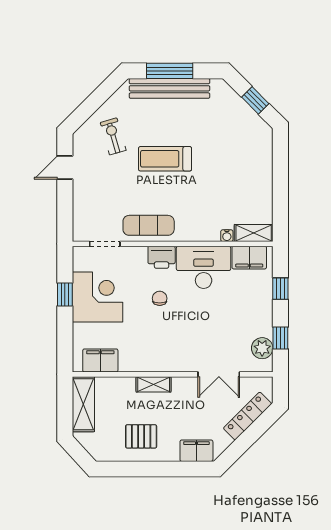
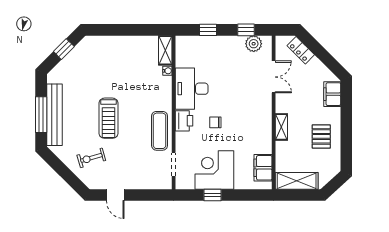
filing cabinet: (249, 258) -> (184, 54), removed
locker: (247, 416) -> (301, 50), width x0.66

